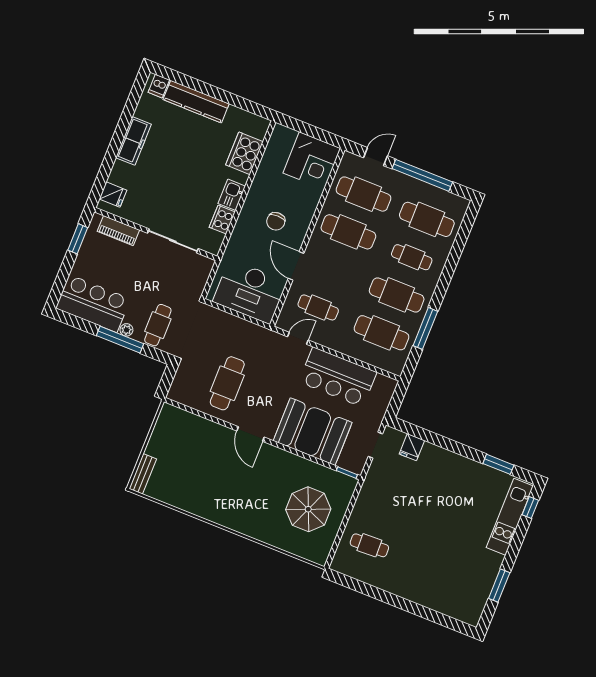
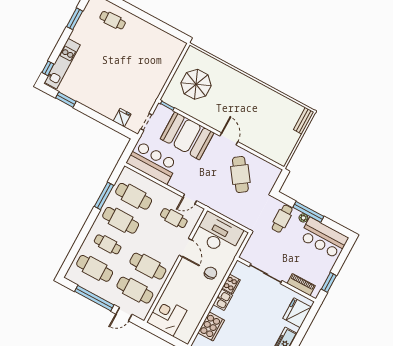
fridge: (113, 195) -> (297, 313), width x1.88, depth x1.34
chair: (276, 221) -> (211, 273), moved
bar counter: (338, 377) -> (152, 163), moved
cafe table: (227, 383) -> (240, 174), turned -35
cafe table: (369, 545) -> (113, 20), moved

